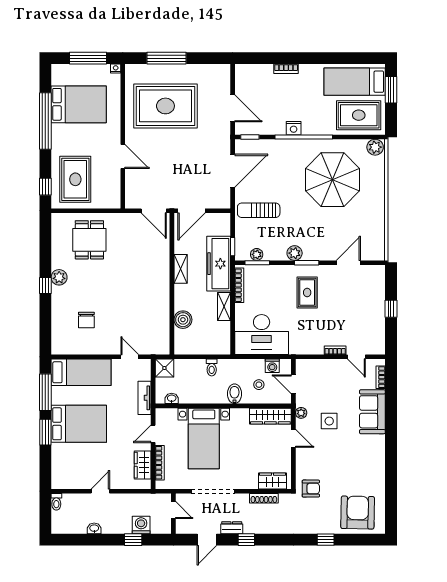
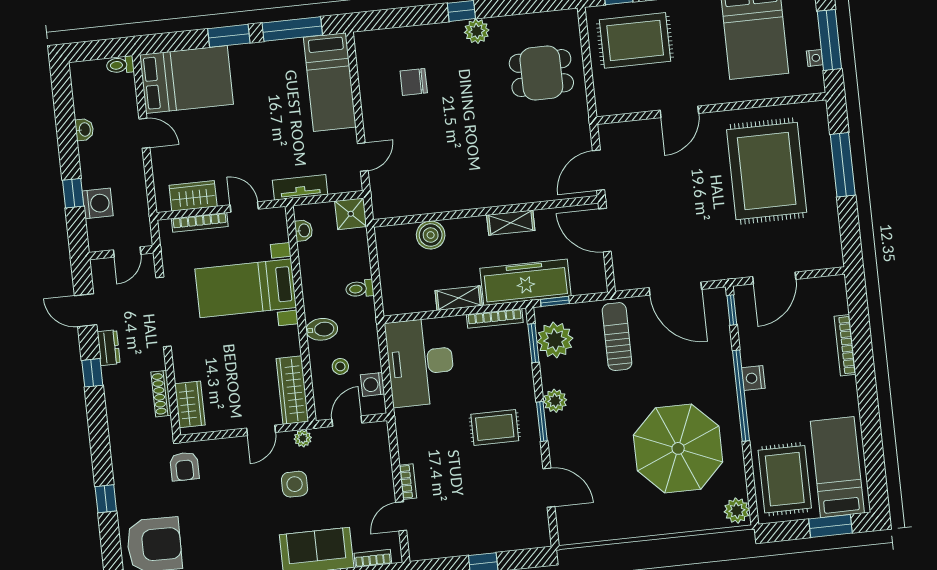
nightstand: (116, 69) -> (815, 58), moved
bookcase: (286, 69) -> (845, 345), width x1.56
plant: (257, 254) -> (555, 340), width x1.88, depth x1.88
bed: (79, 424) -> (186, 80), moved, turned -90

